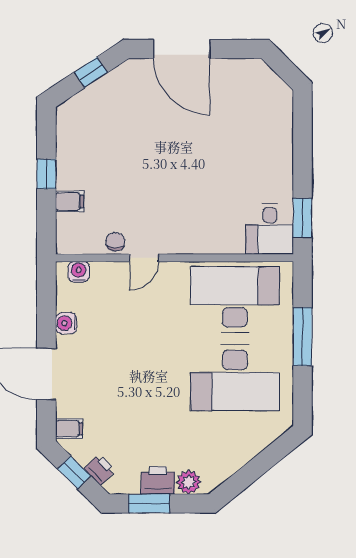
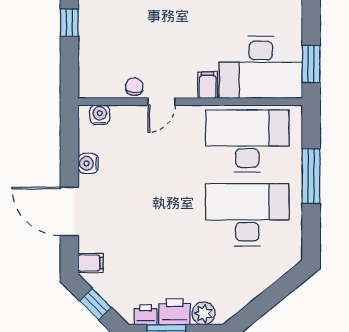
filing cabinet: (70, 201) -> (208, 85), moved, turned -90
desk: (270, 229) -> (261, 67), width x1.87, depth x1.30
desk: (235, 378) -> (247, 215), turned 180
printer: (100, 470) -> (146, 315), moved, turned -45

